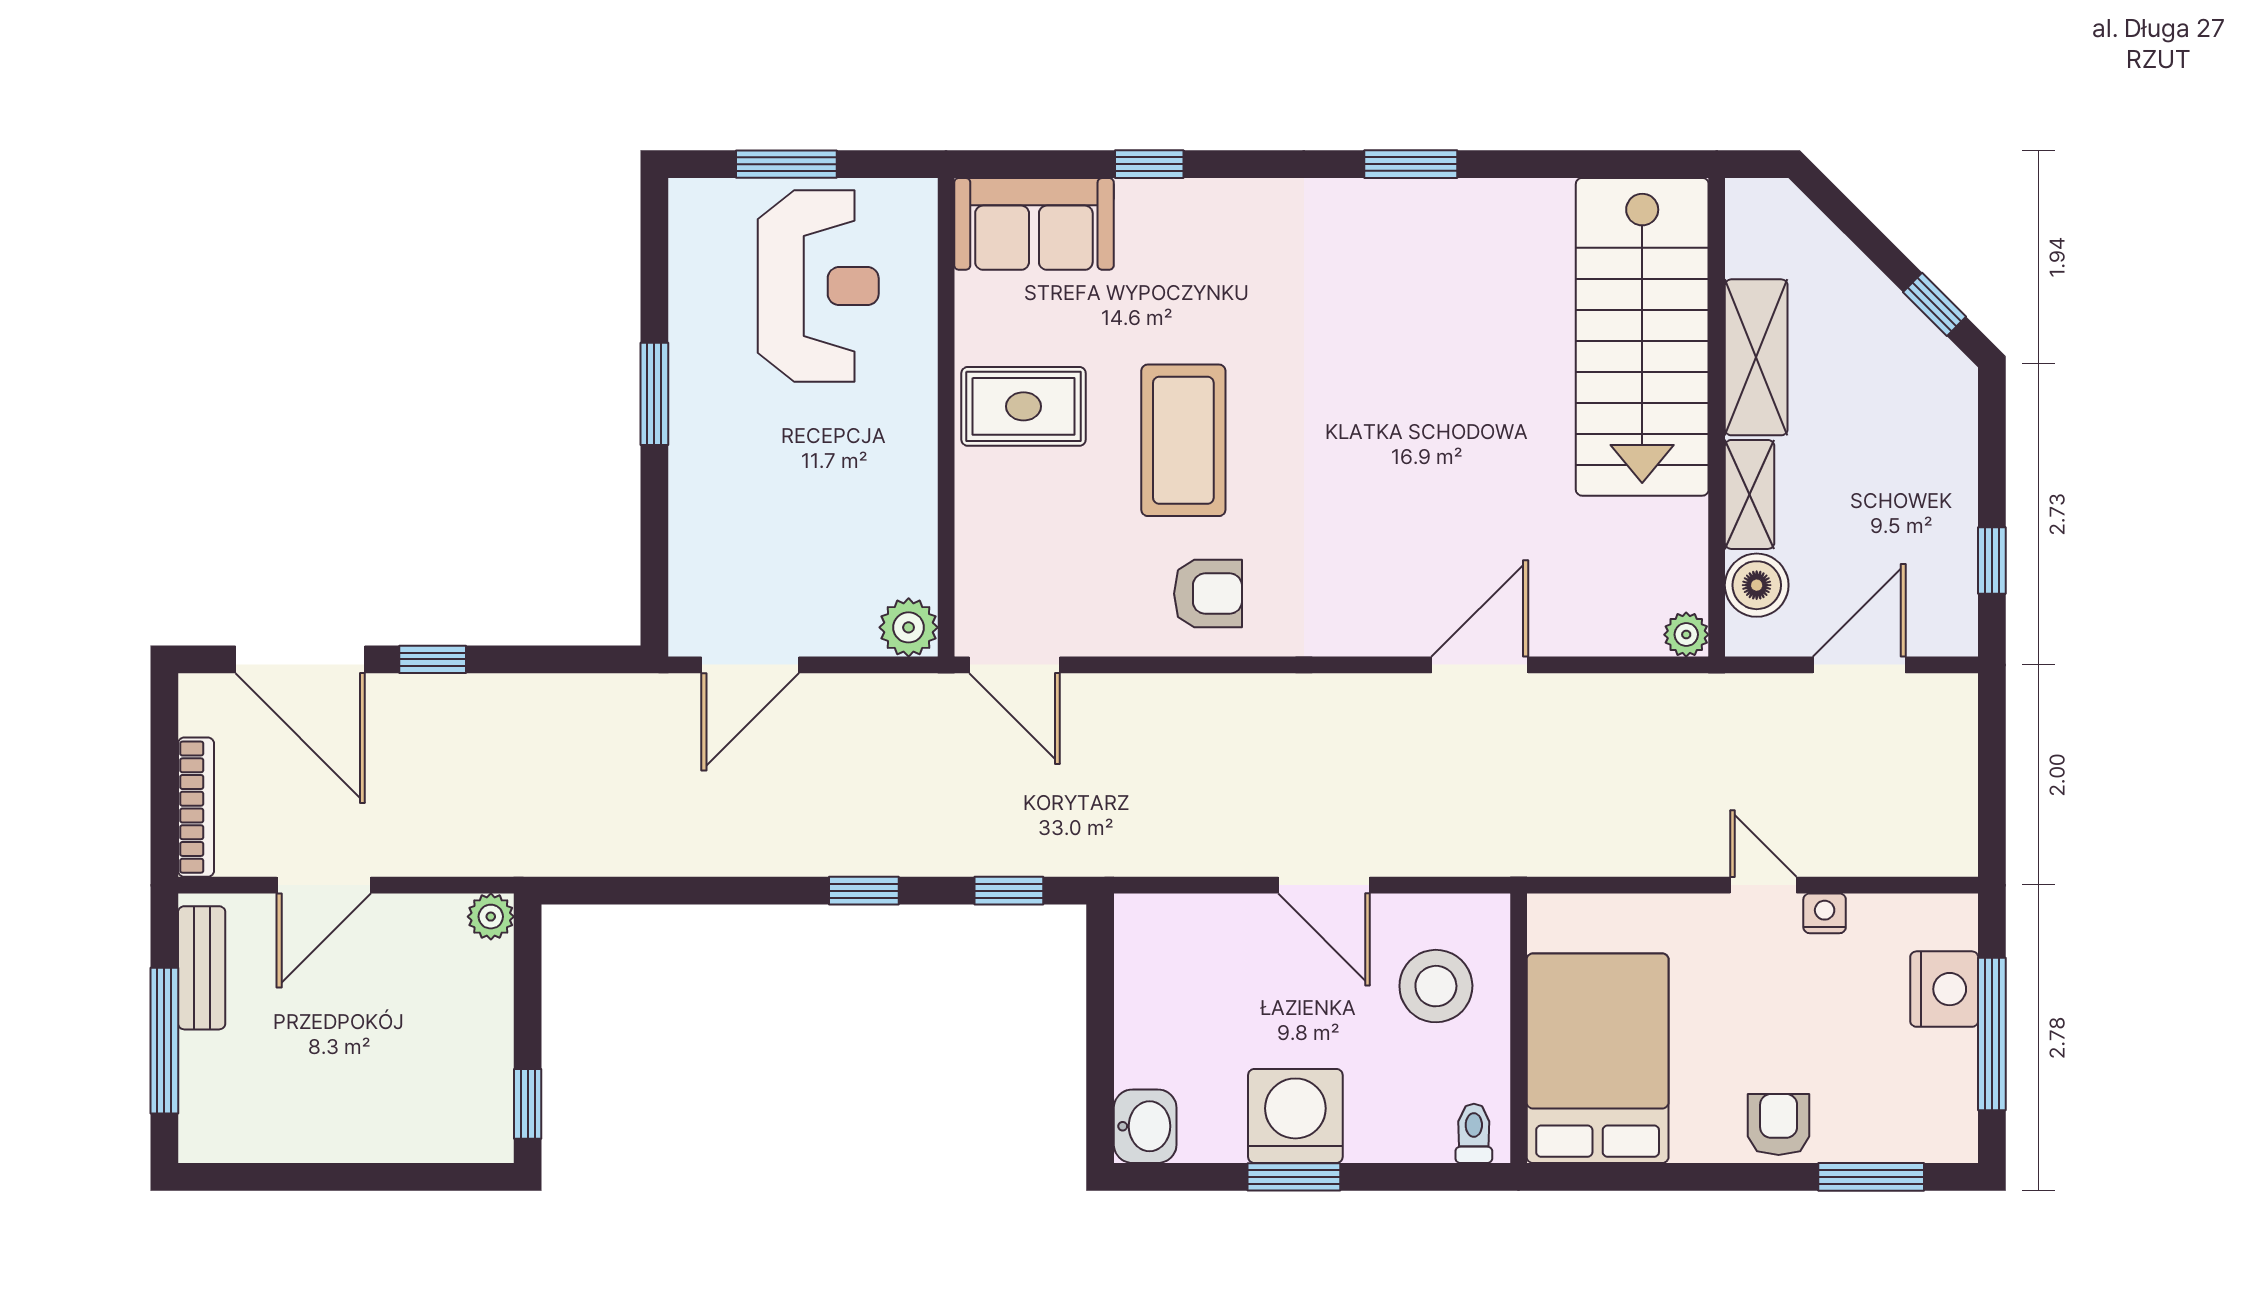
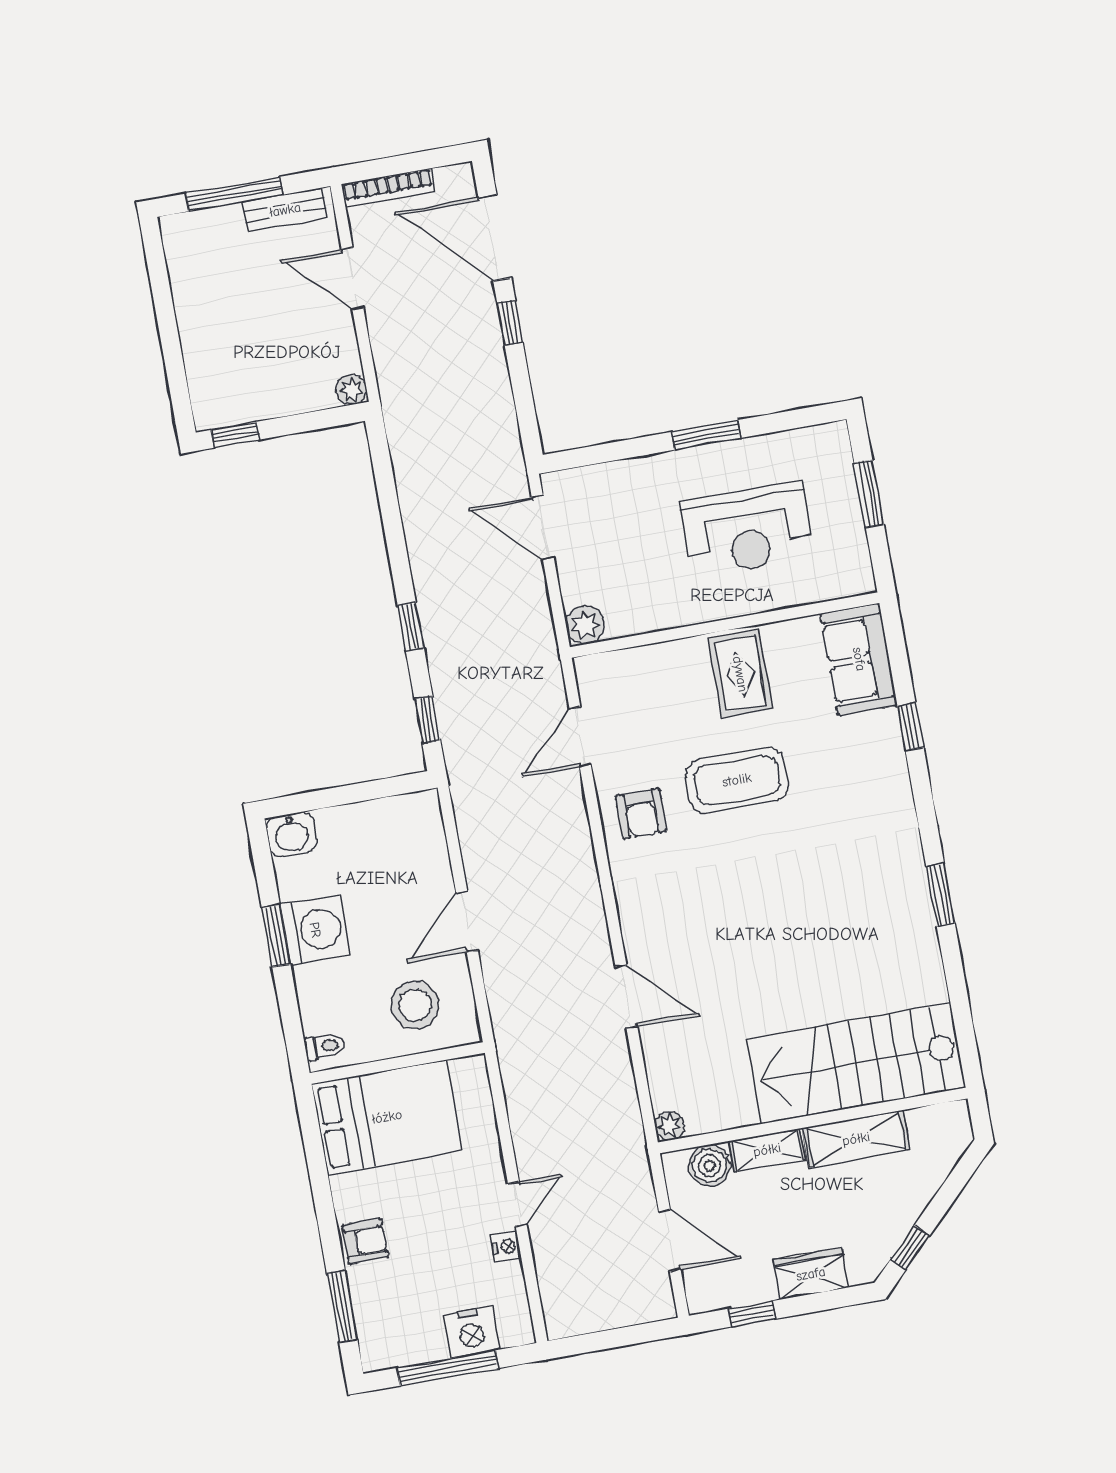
reception desk: (818, 286) -> (747, 529), moved
wardrobe: (1947, 461) -> (811, 1274), added
door: (300, 659) -> (495, 238), hinge flipped
door: (1014, 665) -> (580, 737), moved

